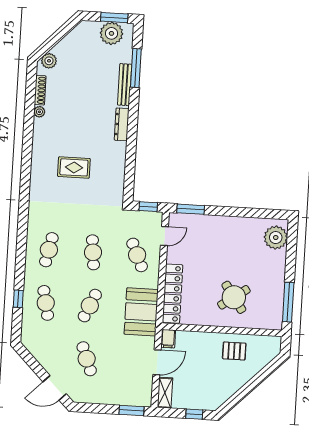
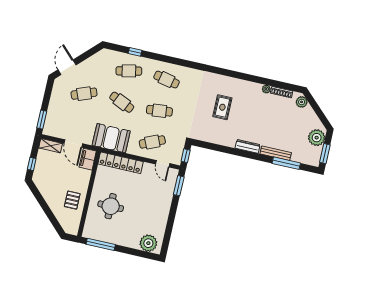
plant: (111, 33) -> (317, 138), moved
round table: (234, 297) -> (111, 206), turned 35
filing cabinet: (168, 339) -> (88, 159), width x2.00

